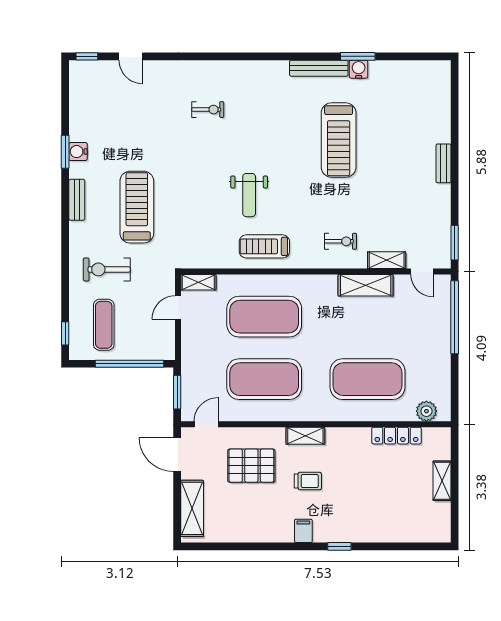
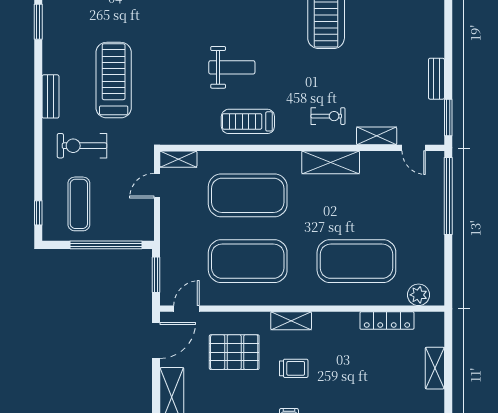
water cooler: (78, 152) -> (52, 22), removed
bench: (443, 163) -> (436, 79), moved
weight bench: (249, 195) -> (232, 67), turned -90
bench: (77, 200) -> (51, 96), moved
shelving: (366, 285) -> (331, 162), moved
door: (177, 454) -> (156, 340), swing flipped

